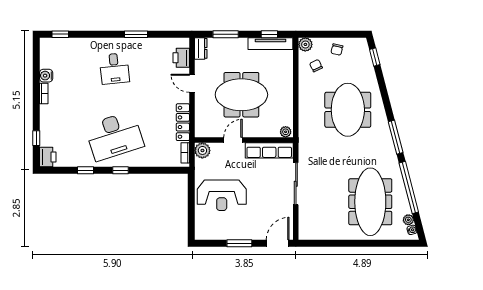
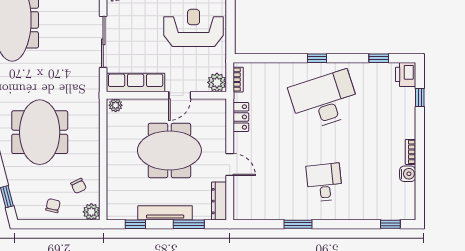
tv unit: (270, 44) -> (165, 213), moved
dresser: (201, 48) -> (219, 201), width x1.44
printer: (181, 58) -> (243, 196), removed
locker: (183, 122) -> (241, 117), width x0.66
window: (85, 170) -> (379, 58), moved

